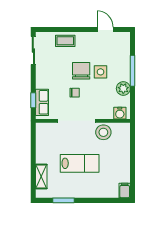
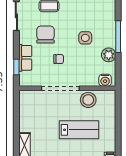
chair: (81, 71) -> (46, 35), moved
row of seats: (42, 102) -> (25, 58), moved
lab bench: (80, 163) -> (79, 130), moved

